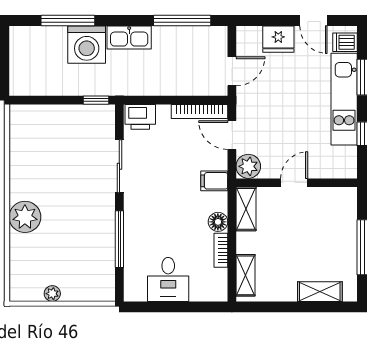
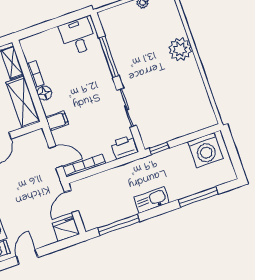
door: (313, 20) -> (27, 257), hinge flipped
fridge: (278, 39) -> (66, 229), moved
washing machine: (87, 45) -> (205, 150), moved, turned 180
plant: (248, 166) -> (37, 139), removed
shelving: (246, 209) -> (23, 102), width x1.50, depth x1.33
desk: (168, 279) -> (78, 36), moved

